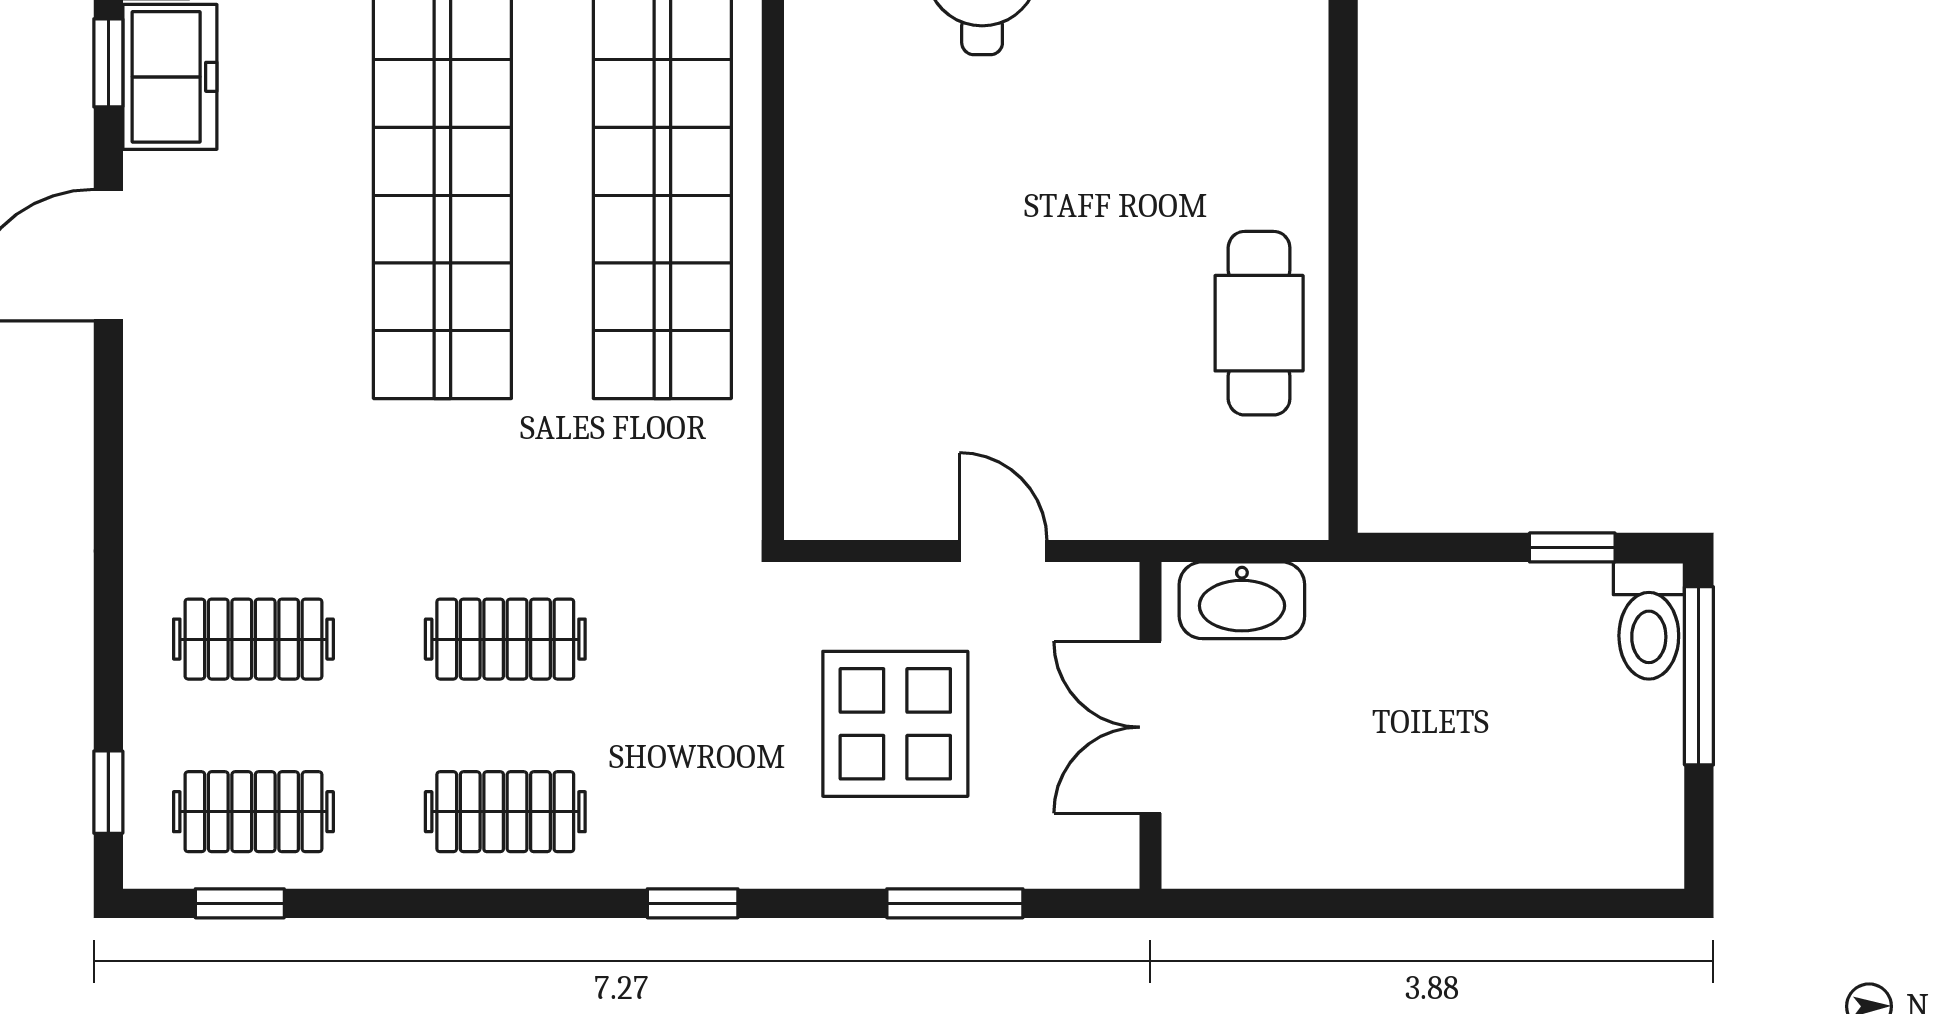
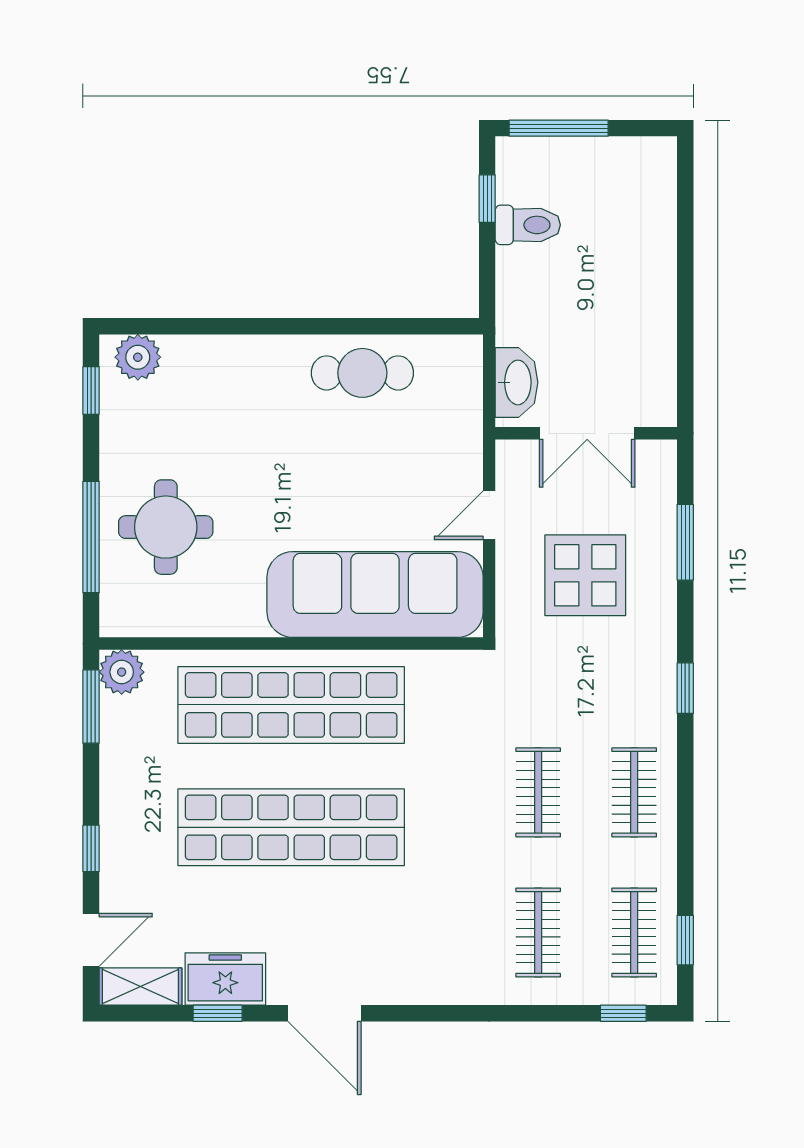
sofa: (861, 346) -> (375, 594), added
toilet: (1649, 621) -> (528, 225), moved

